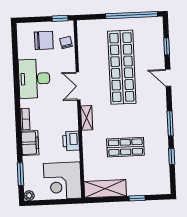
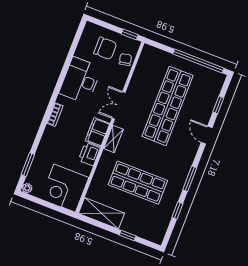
filing cabinet: (30, 143) -> (97, 132), moved, turned 180
shop shelf: (125, 147) -> (138, 183), width x1.43, depth x1.36

